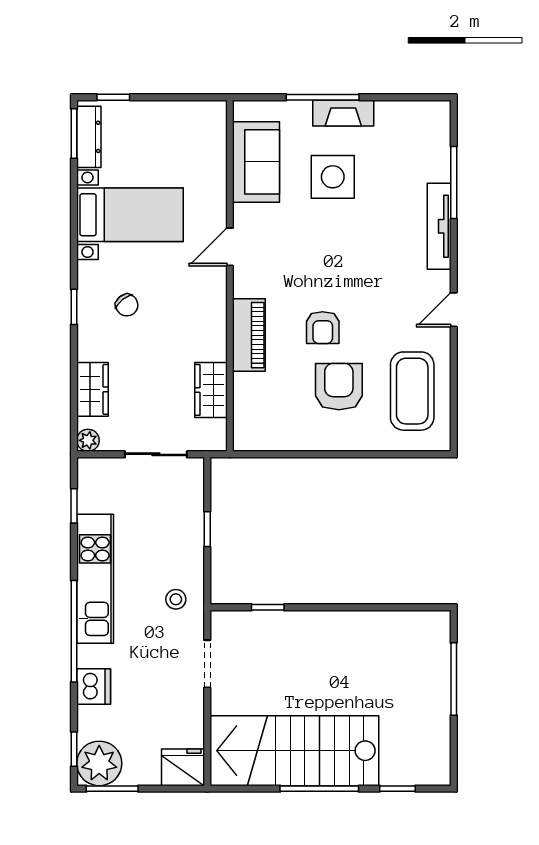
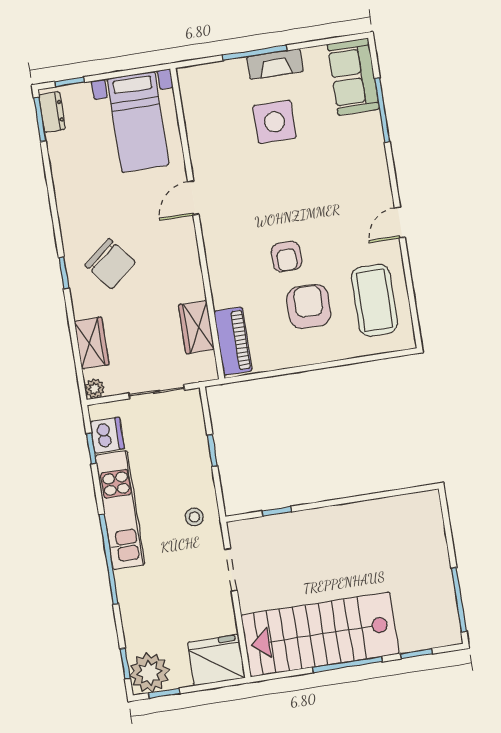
dresser: (89, 137) -> (52, 112), width x0.70
sofa: (256, 162) -> (353, 77), moved, turned 180
bed with nightstands: (130, 215) -> (138, 122), moved, turned 90
tv unit: (439, 226) -> (375, 151), removed
chair: (127, 305) -> (110, 264), width x1.87, depth x1.87
piano: (249, 335) -> (233, 341), moved
window: (454, 679) -> (459, 600), moved
dishwasher: (94, 686) -> (107, 435), moved
fridge: (183, 767) -> (216, 660), width x1.36, depth x1.34
window: (112, 789) -> (164, 693), width x0.67

